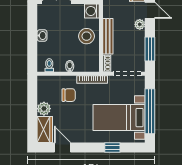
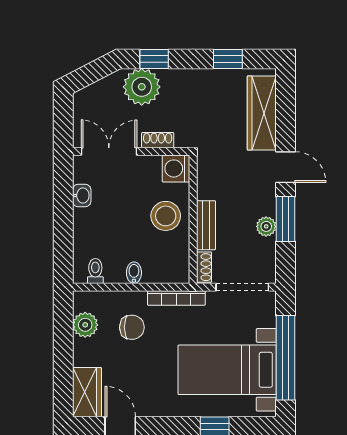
plant: (140, 24) -> (266, 226), moved
washbasin: (42, 35) -> (82, 196), moved
bench: (108, 36) -> (206, 225), width x0.73
window: (150, 49) -> (285, 219), moved
plant: (44, 109) -> (85, 325), moved

